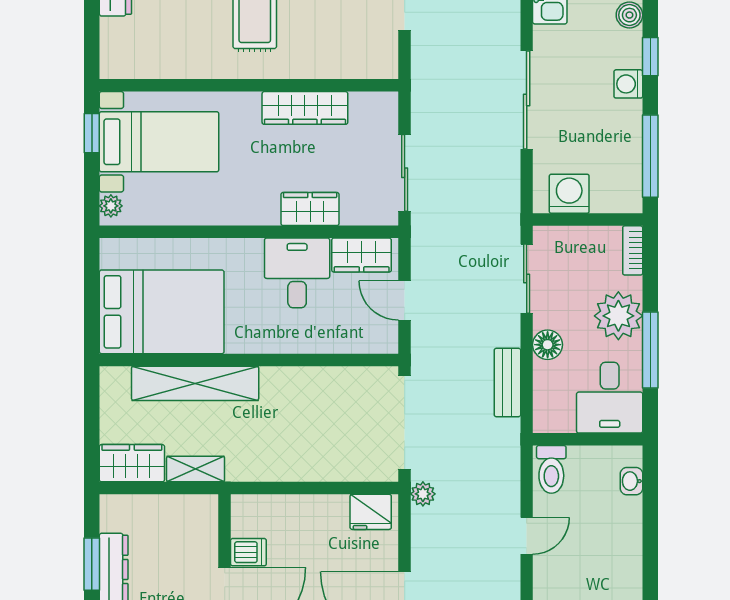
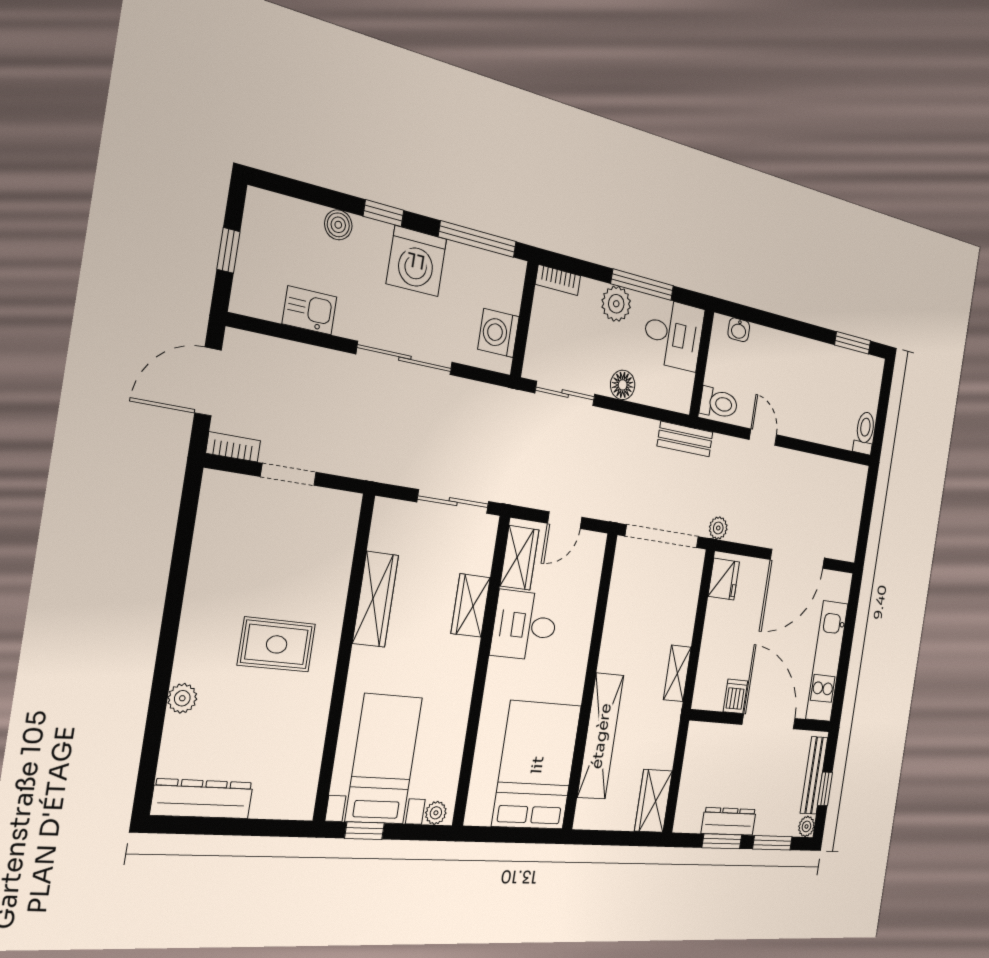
washing machine: (628, 84) -> (416, 261), width x1.89, depth x1.89
plant: (618, 316) -> (616, 304), width x0.73, depth x0.73
bench: (507, 382) -> (685, 439), moved
shelving: (196, 469) -> (677, 673), moved

